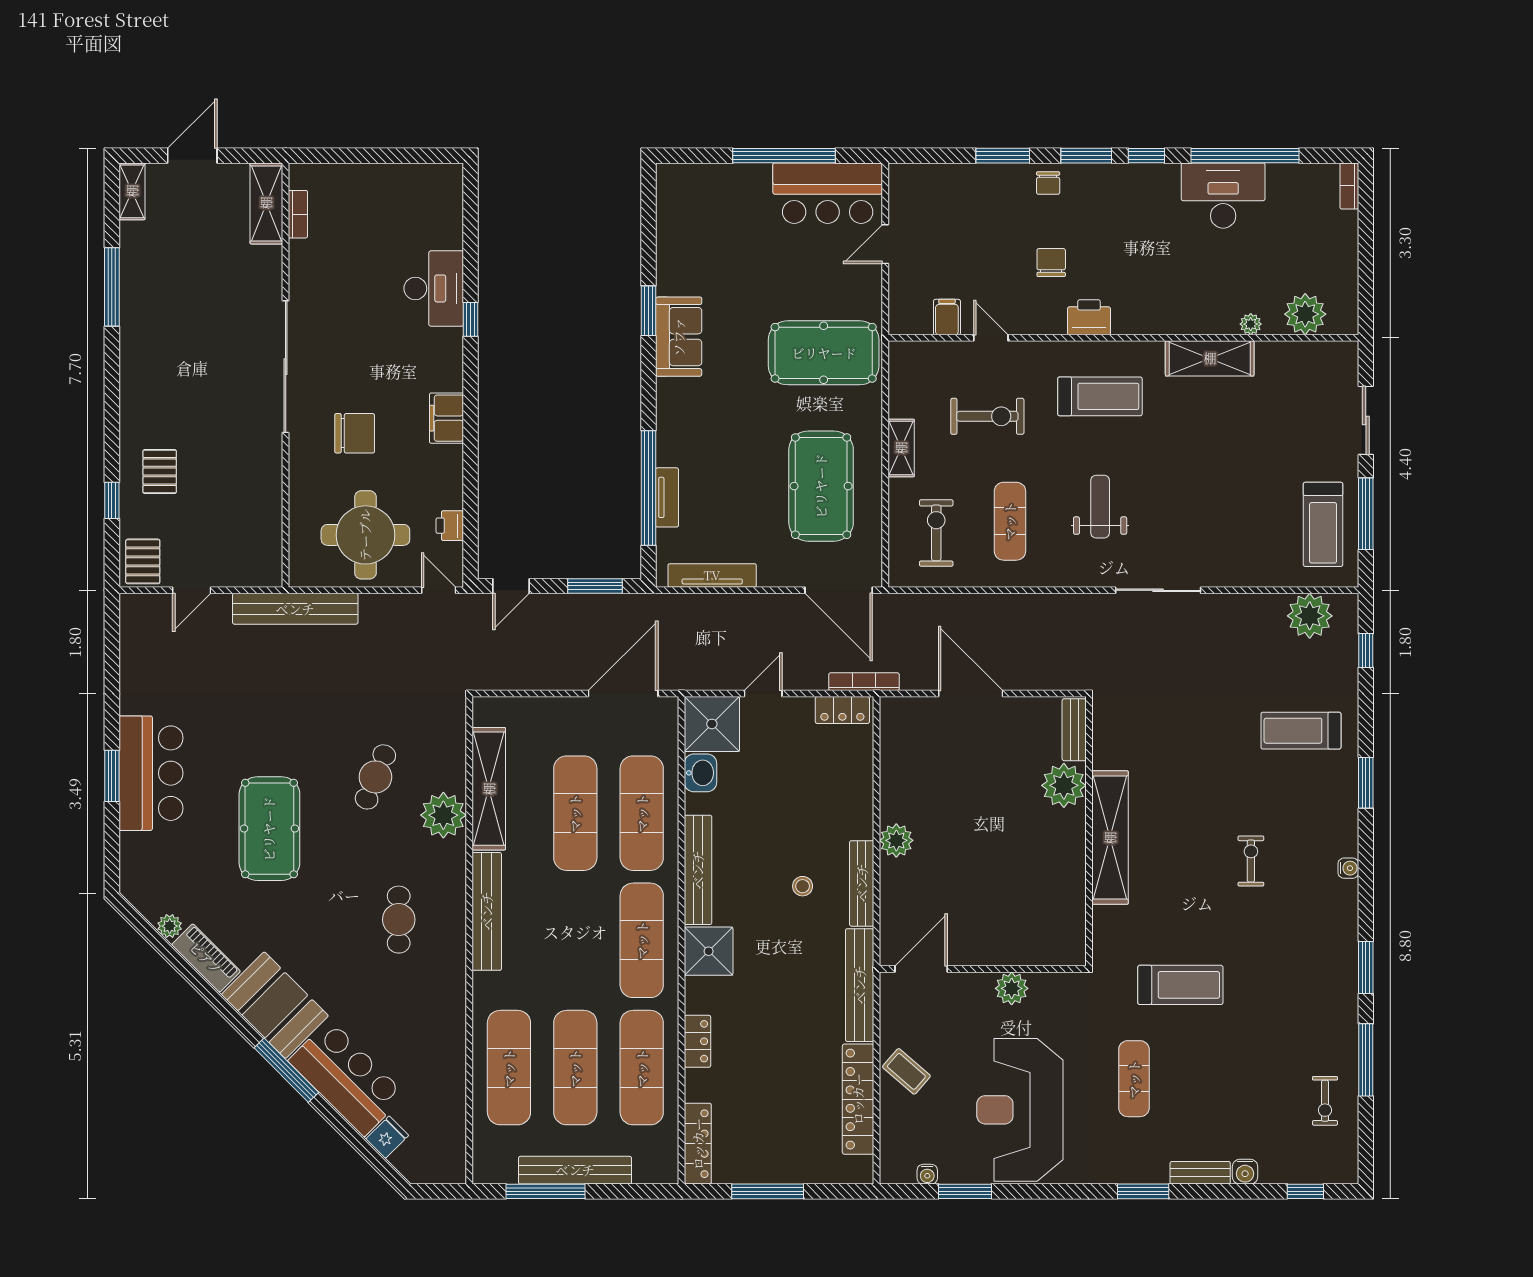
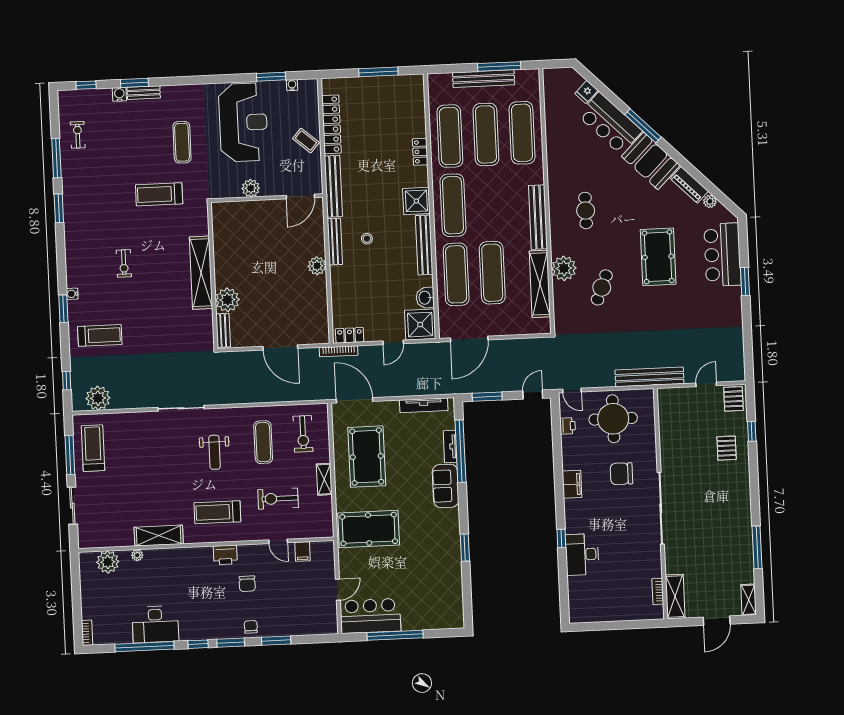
sofa: (679, 337) -> (446, 486), moved
bar counter: (151, 773) -> (722, 255), moved
water cooler: (1348, 868) -> (72, 294), moved
locker: (698, 1144) -> (417, 96), removed
window: (1143, 1191) -> (134, 83), moved

